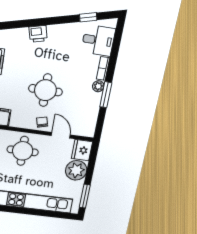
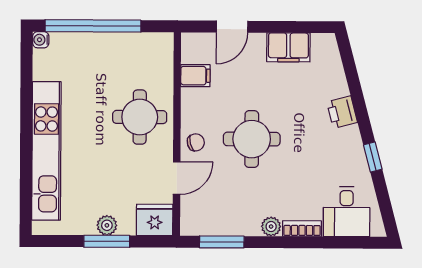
window: (88, 17) -> (373, 157), moved
window: (106, 95) -> (222, 242), moved
plant: (76, 170) -> (107, 225), width x0.53, depth x0.53
window: (85, 196) -> (107, 241), moved

